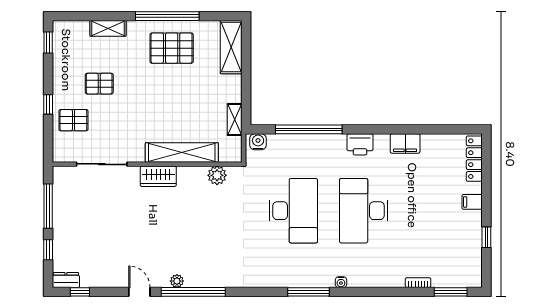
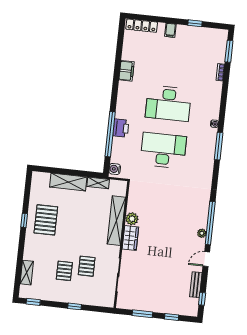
window: (167, 16) -> (24, 220), width x0.32
shelving: (108, 28) -> (27, 273), moved
shelving: (231, 47) -> (68, 182), moved
pallet: (73, 120) -> (87, 266), moved
printer: (360, 144) -> (121, 128), moved
plant: (217, 175) -> (132, 219), moved
window: (48, 206) -> (142, 314), width x0.69
dresser: (66, 280) -> (193, 307), removed
bench: (100, 280) -> (196, 285), added

